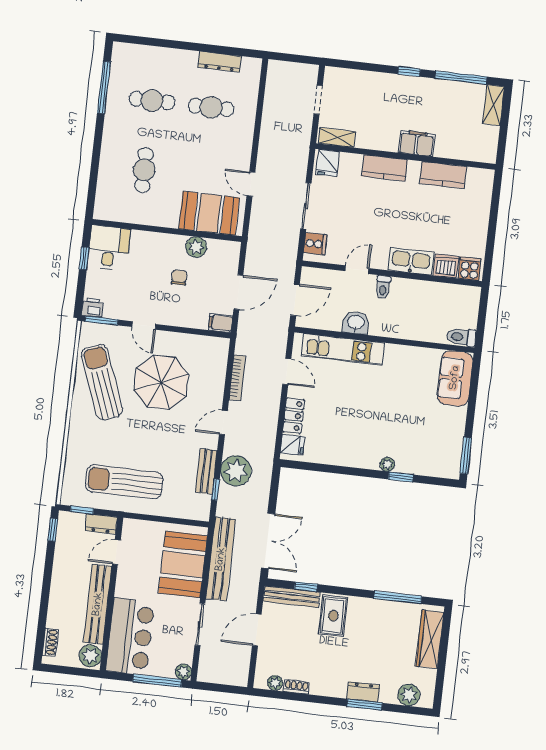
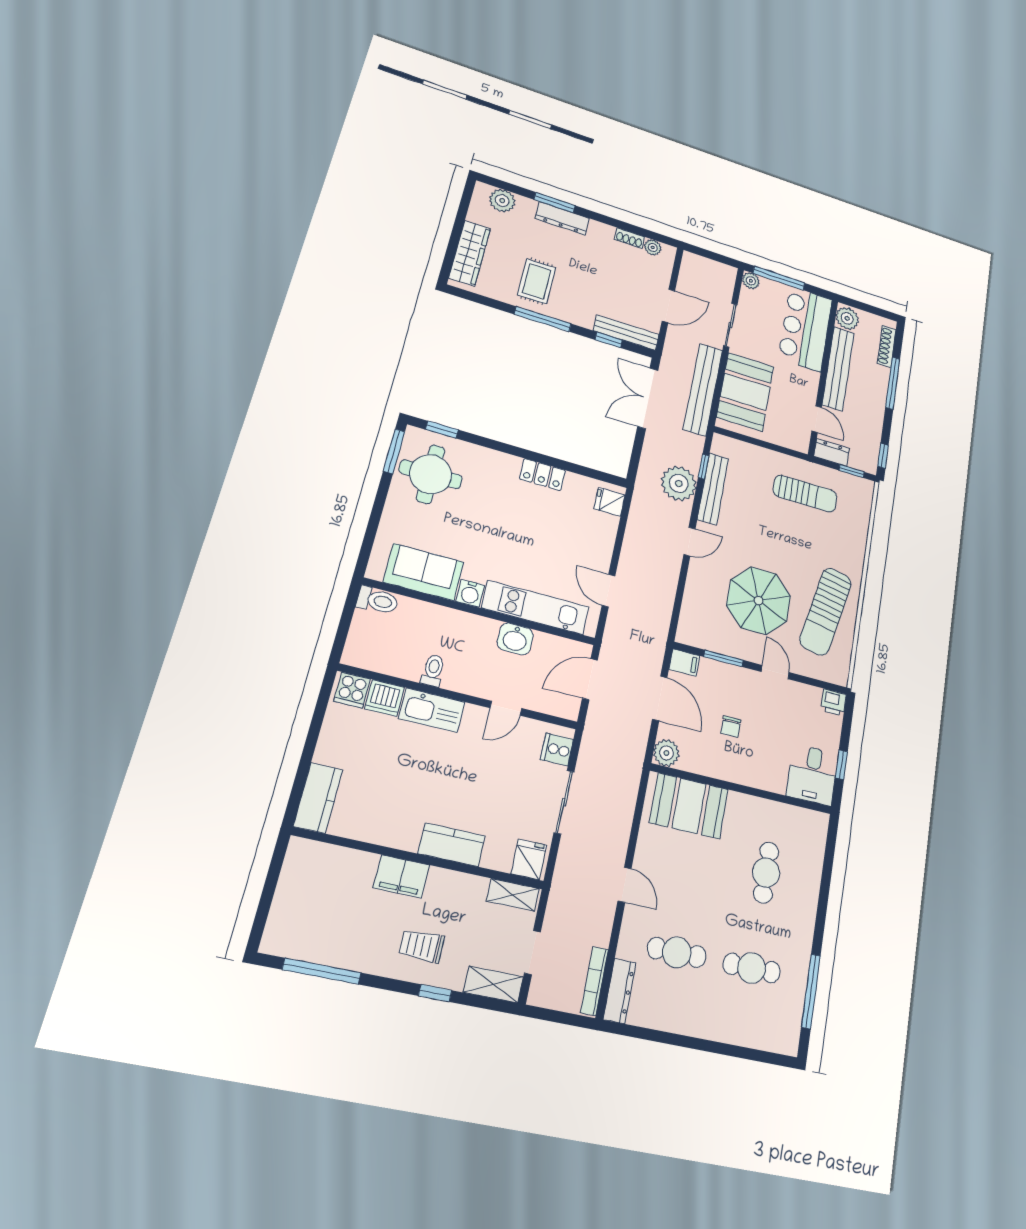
dresser: (220, 62) -> (620, 991), moved, turned 90
window: (409, 72) -> (435, 993), moved
trolley: (396, 98) -> (422, 946), added
shelving: (494, 105) -> (493, 984), moved, turned 90
kitchen counter: (443, 175) -> (318, 798), moved, turned 90
door: (251, 184) -> (625, 885), moved
plant: (196, 247) -> (666, 753), moved
toilet: (383, 287) -> (433, 670), moved
door: (238, 292) -> (660, 698), swing flipped
window: (102, 321) -> (724, 658), moved
water cooler: (394, 353) -> (470, 593), added
bookcase: (237, 378) -> (594, 981), moved
sofa: (455, 378) -> (424, 572), moved, turned -90
sun lounger: (102, 382) -> (826, 611), turned 32
locker: (294, 416) -> (542, 475), moved, turned -90
round table: (436, 442) -> (431, 474), added
plant: (387, 464) -> (496, 459), removed
bench: (206, 471) -> (713, 489), width x1.36
window: (401, 477) -> (442, 430), moved
sun lounger: (124, 482) -> (805, 494), width x0.73, depth x0.75
door: (116, 552) -> (817, 419), hinge flipped
window: (398, 597) -> (543, 319), moved
window: (44, 601) -> (893, 383), added
rug: (333, 616) -> (537, 281), moved
shoe rack: (50, 642) -> (887, 346), width x1.43
dresser: (363, 692) -> (562, 218), width x1.44

